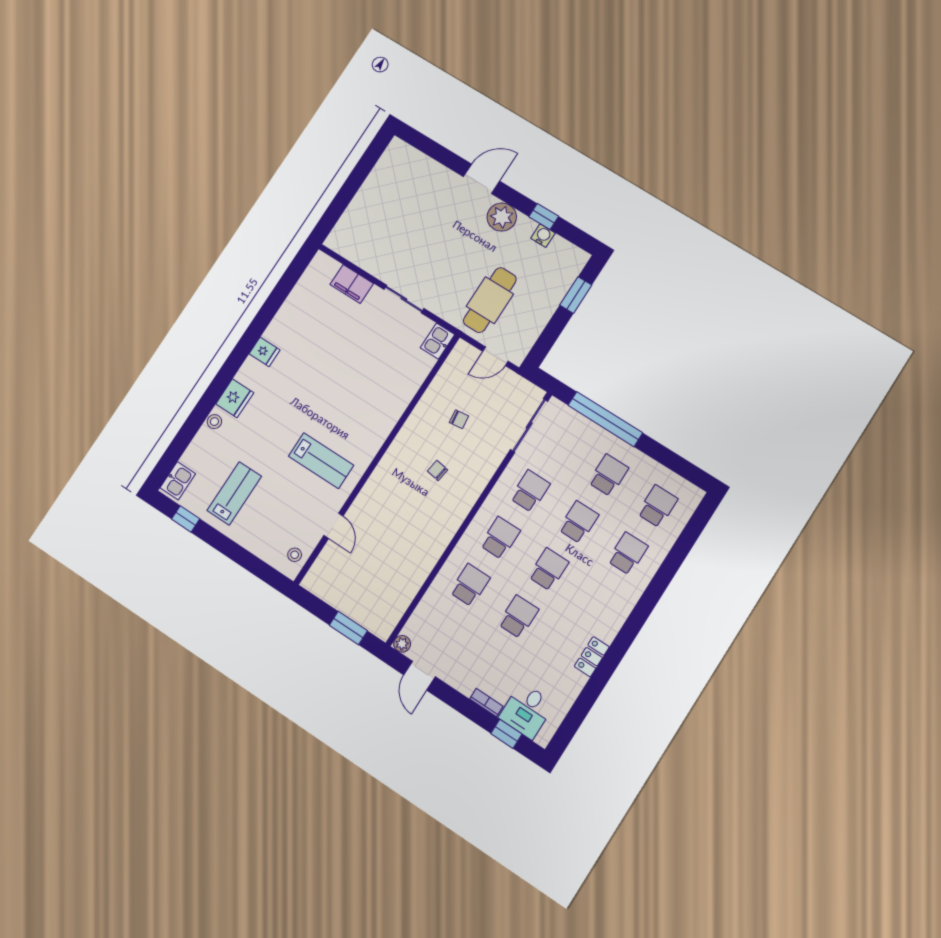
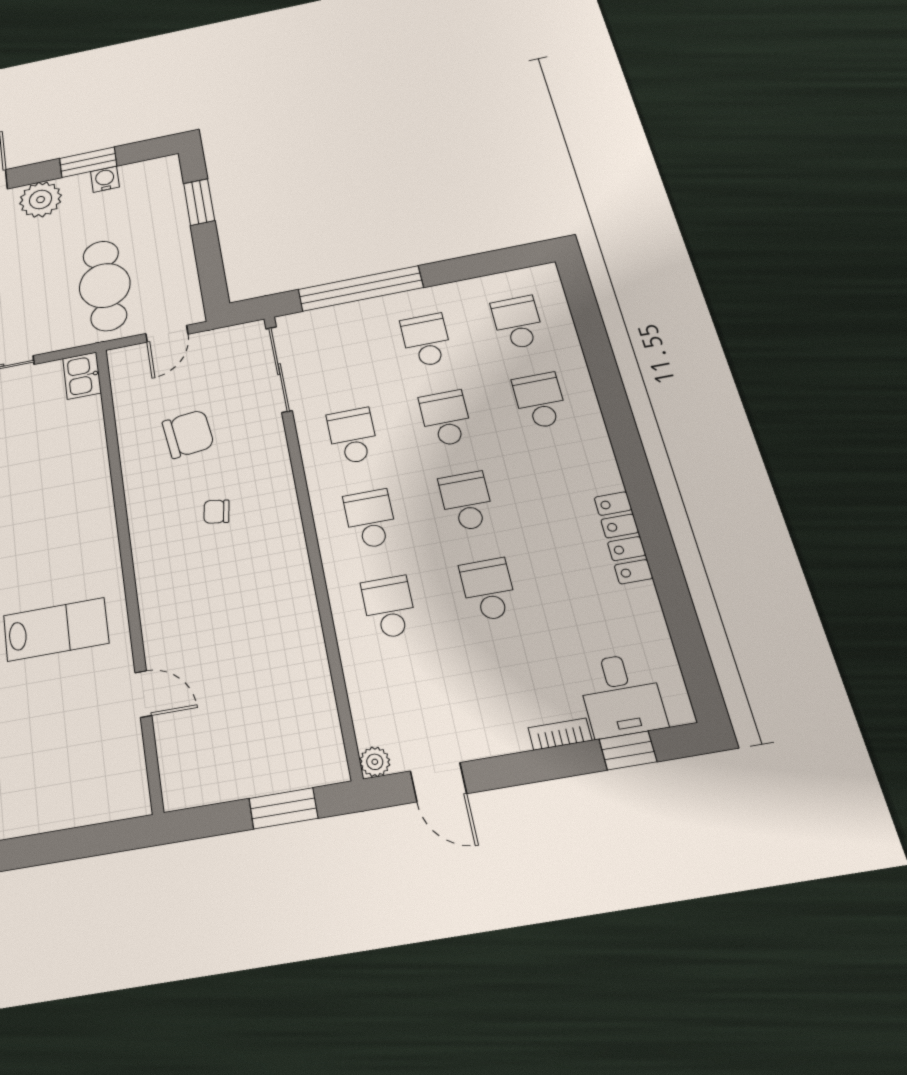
window: (544, 217) -> (88, 162), width x1.50
chair: (459, 419) -> (188, 434), width x1.87, depth x1.87
stool: (295, 555) -> (123, 778), removed
locker: (592, 657) -> (623, 537), width x1.53

